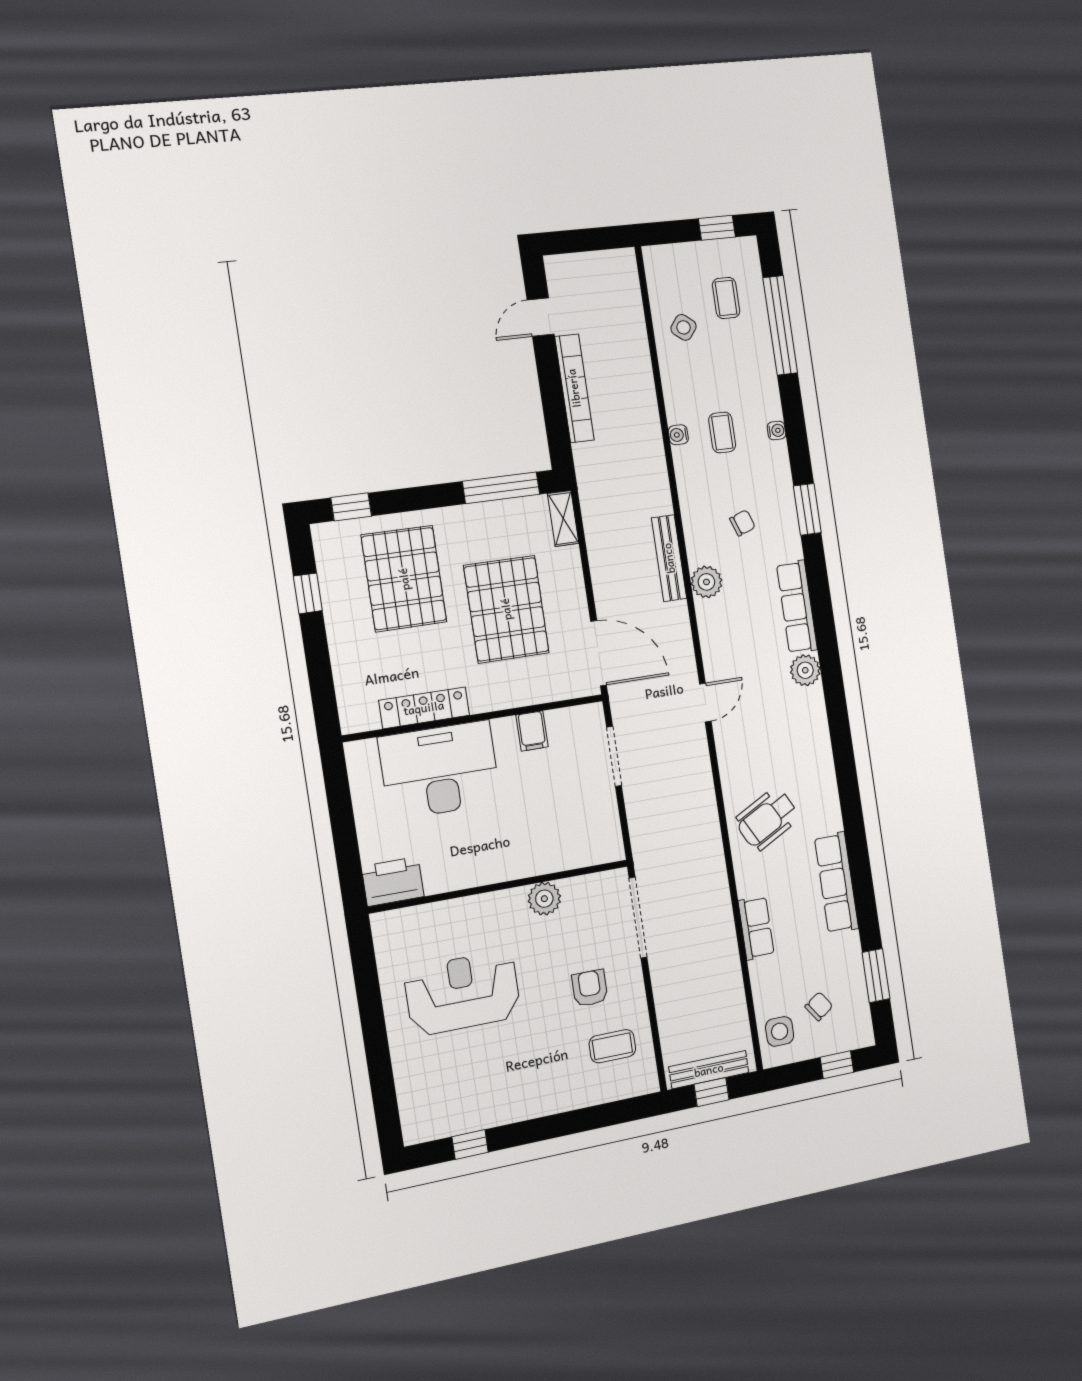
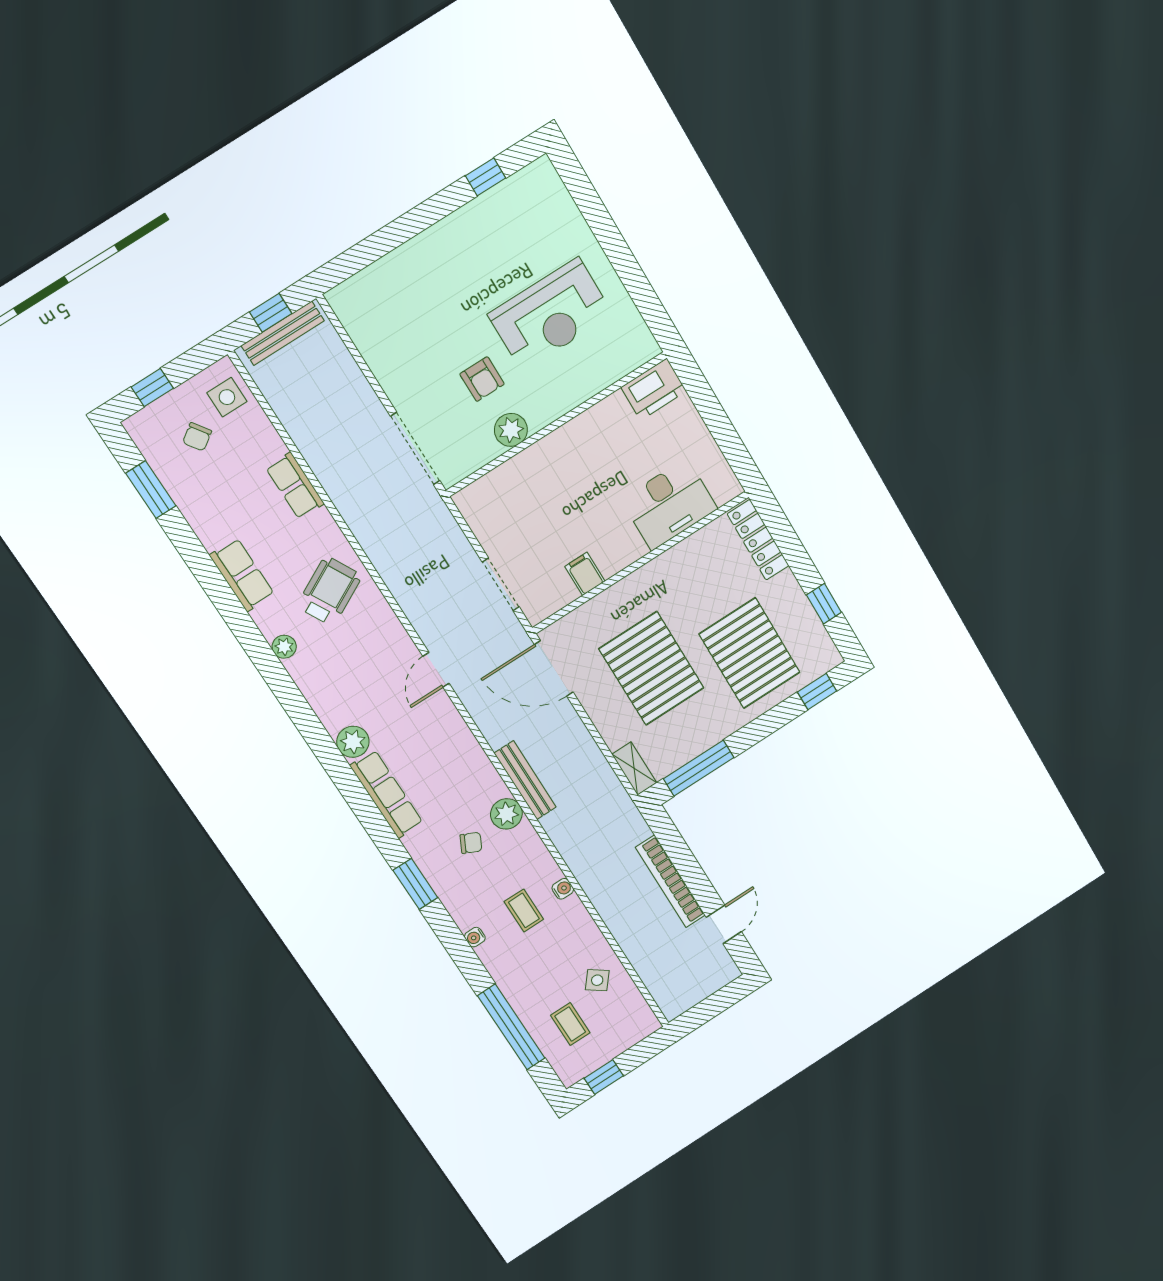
chair: (742, 523) -> (471, 843), turned -134
plant: (706, 582) -> (506, 814), moved
locker: (424, 708) -> (758, 540), moved, turned 90
desk: (440, 770) -> (669, 504), width x0.73, depth x0.77
plant: (826, 786) -> (284, 647), added
row of seats: (836, 883) -> (242, 575), width x0.68
armchair: (590, 988) -> (482, 379), moved
coffee table: (612, 1046) -> (388, 319), removed

